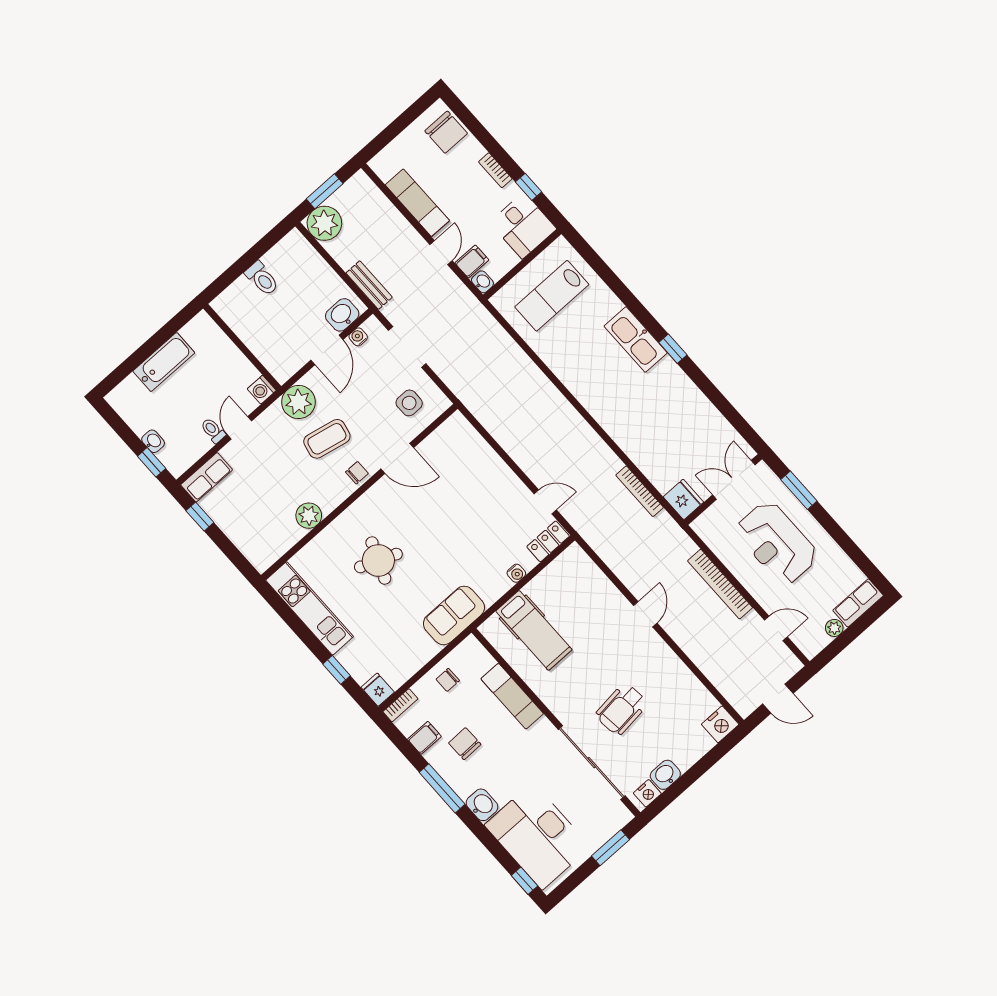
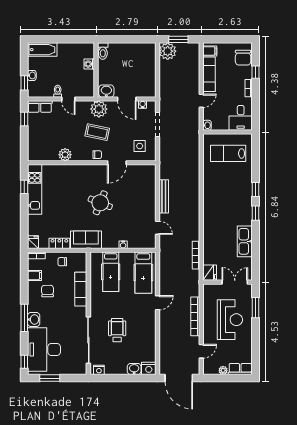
window: (529, 187) -> (256, 72), moved
filing cabinet: (472, 261) -> (210, 51), moved
toilet: (262, 278) -> (103, 51), moved
bench: (369, 285) -> (164, 196), moved, width x1.36
window: (641, 313) -> (256, 190), added
washbasin: (342, 315) -> (106, 91), moved
kitchen sink: (636, 340) -> (245, 241), moved
door: (327, 350) -> (127, 99), hinge flipped
bathtub: (164, 362) -> (42, 50), moved
washing machine: (262, 390) -> (89, 64), moved
door: (239, 428) -> (68, 99), swing flipped
door: (397, 458) -> (117, 163), hinge flipped
locker: (548, 541) -> (59, 243), moved
reception desk: (777, 543) -> (230, 320), turned 180
round table: (378, 560) -> (100, 203), moved
hospital bed: (584, 588) -> (143, 273), added
door: (776, 628) -> (201, 351), hinge flipped
window: (337, 670) -> (24, 187), moved
door: (778, 699) -> (179, 378), width x1.87
wheelchair: (622, 709) -> (117, 330), turned 96
washbasin: (665, 775) -> (134, 369), moved
window: (442, 788) -> (24, 318), moved
window: (611, 848) -> (50, 378), moved

